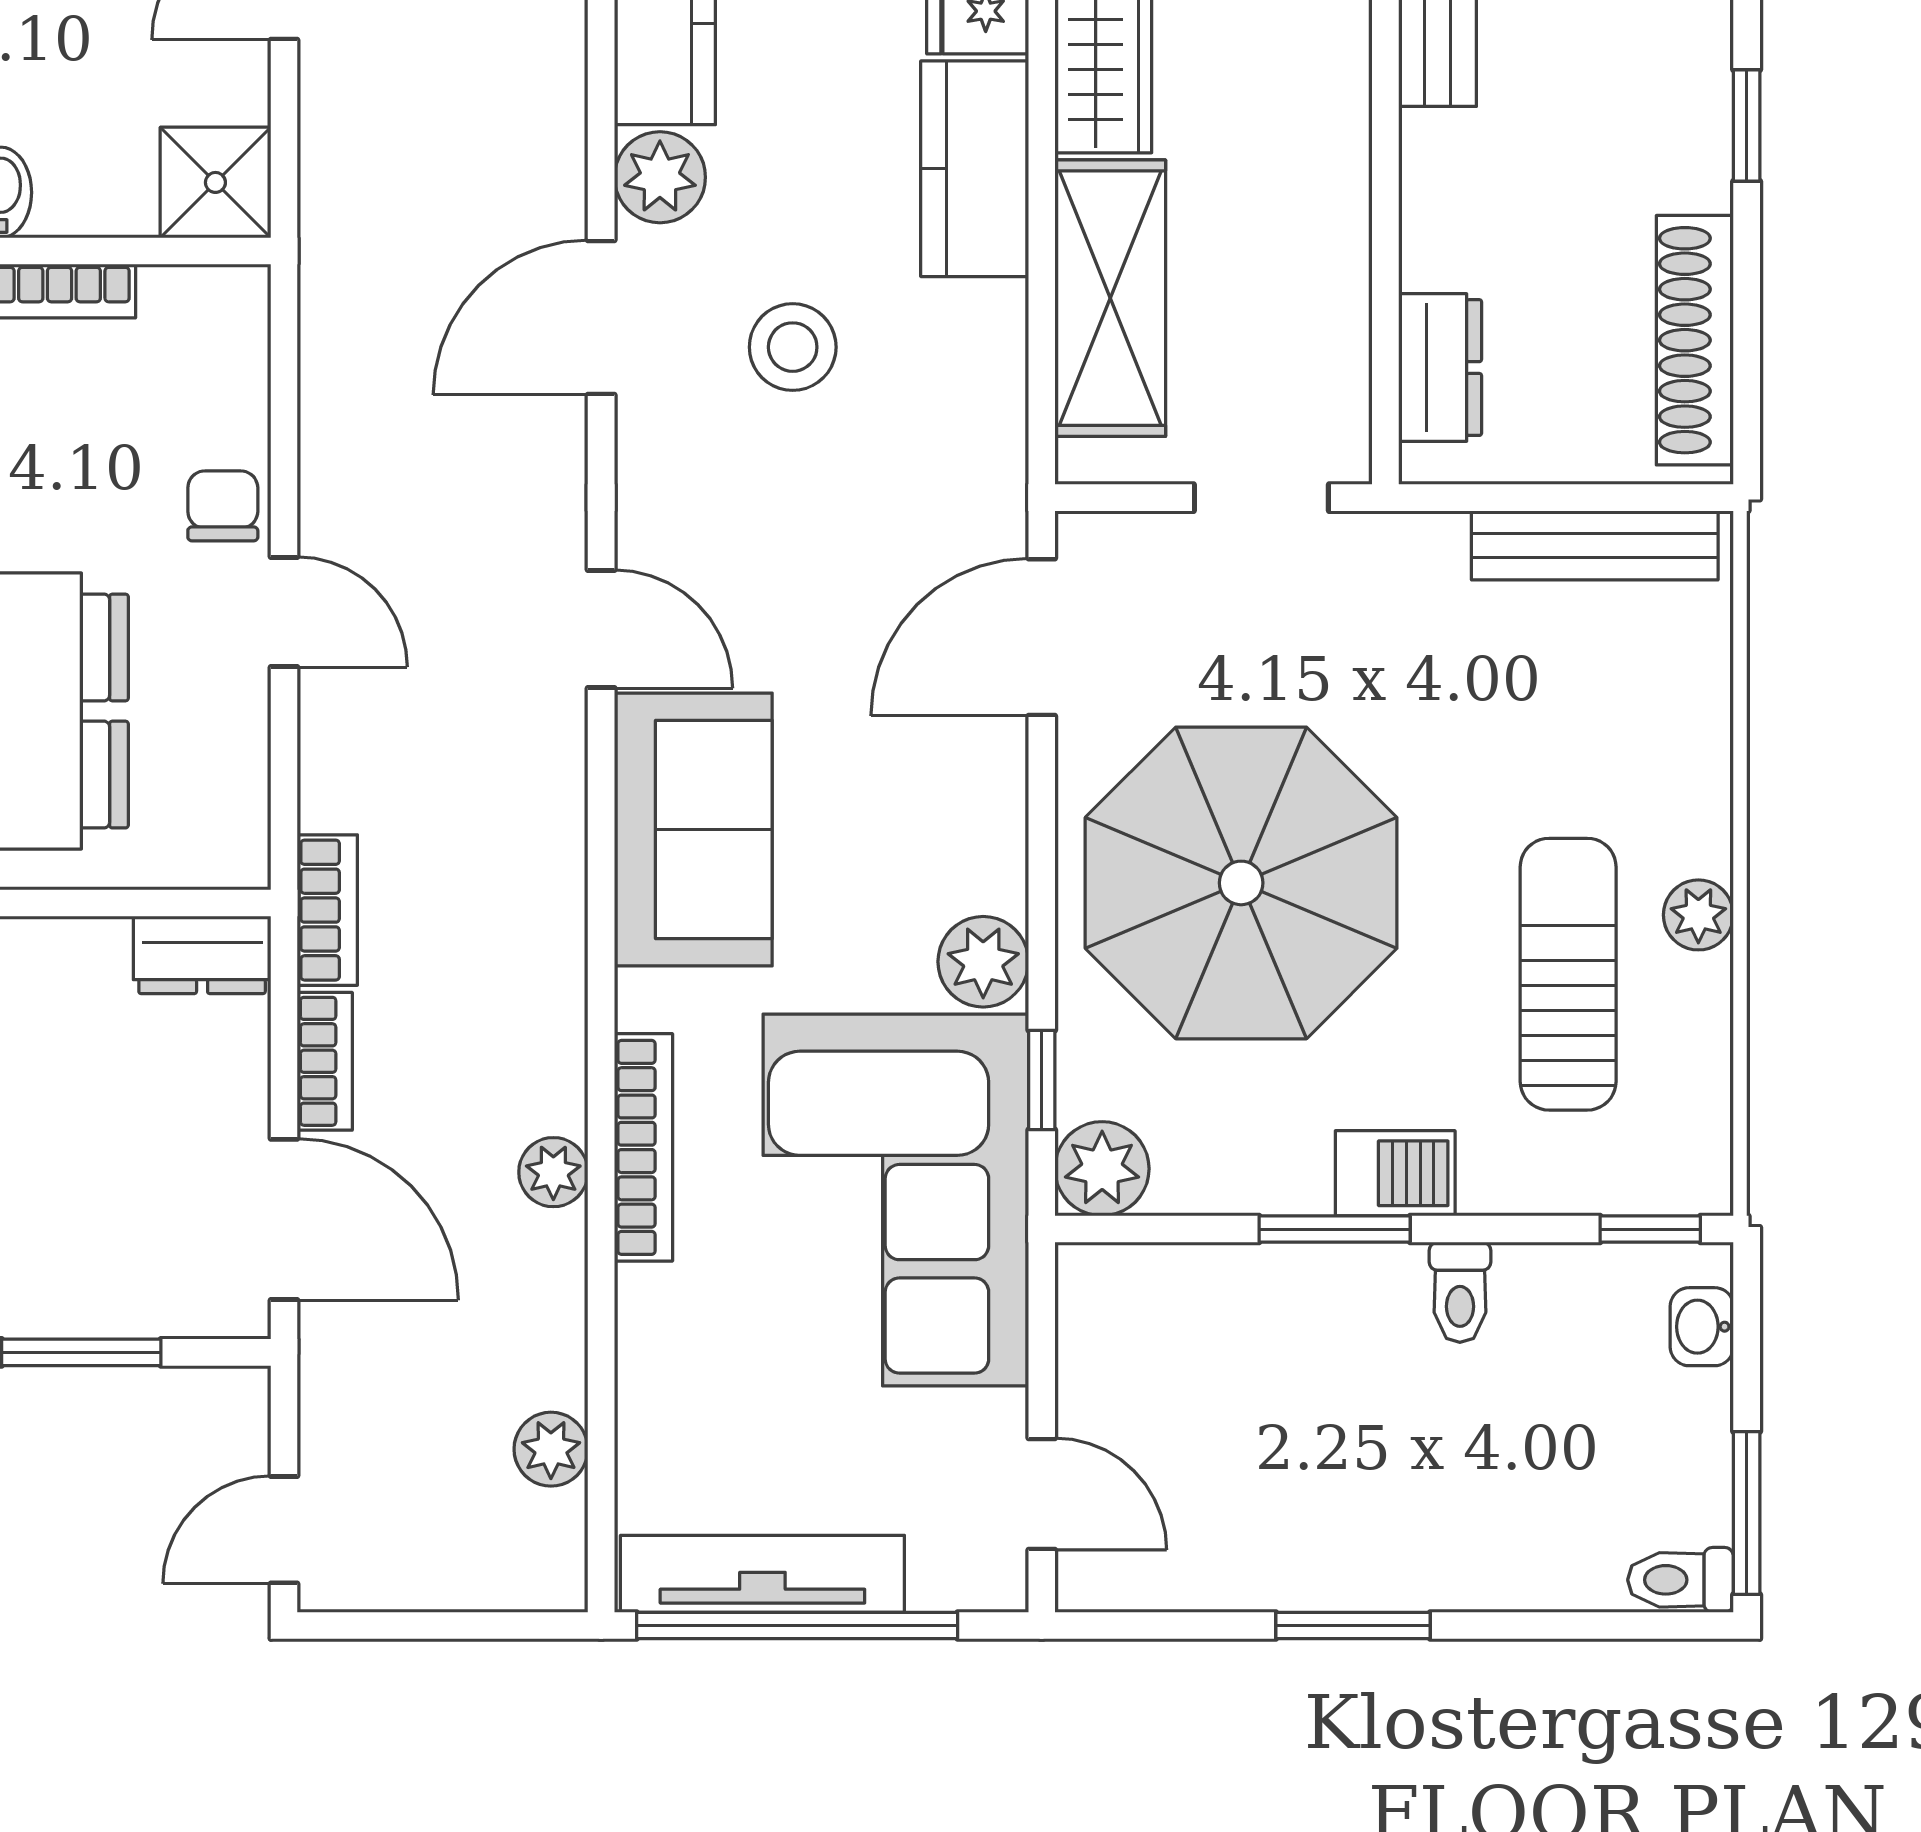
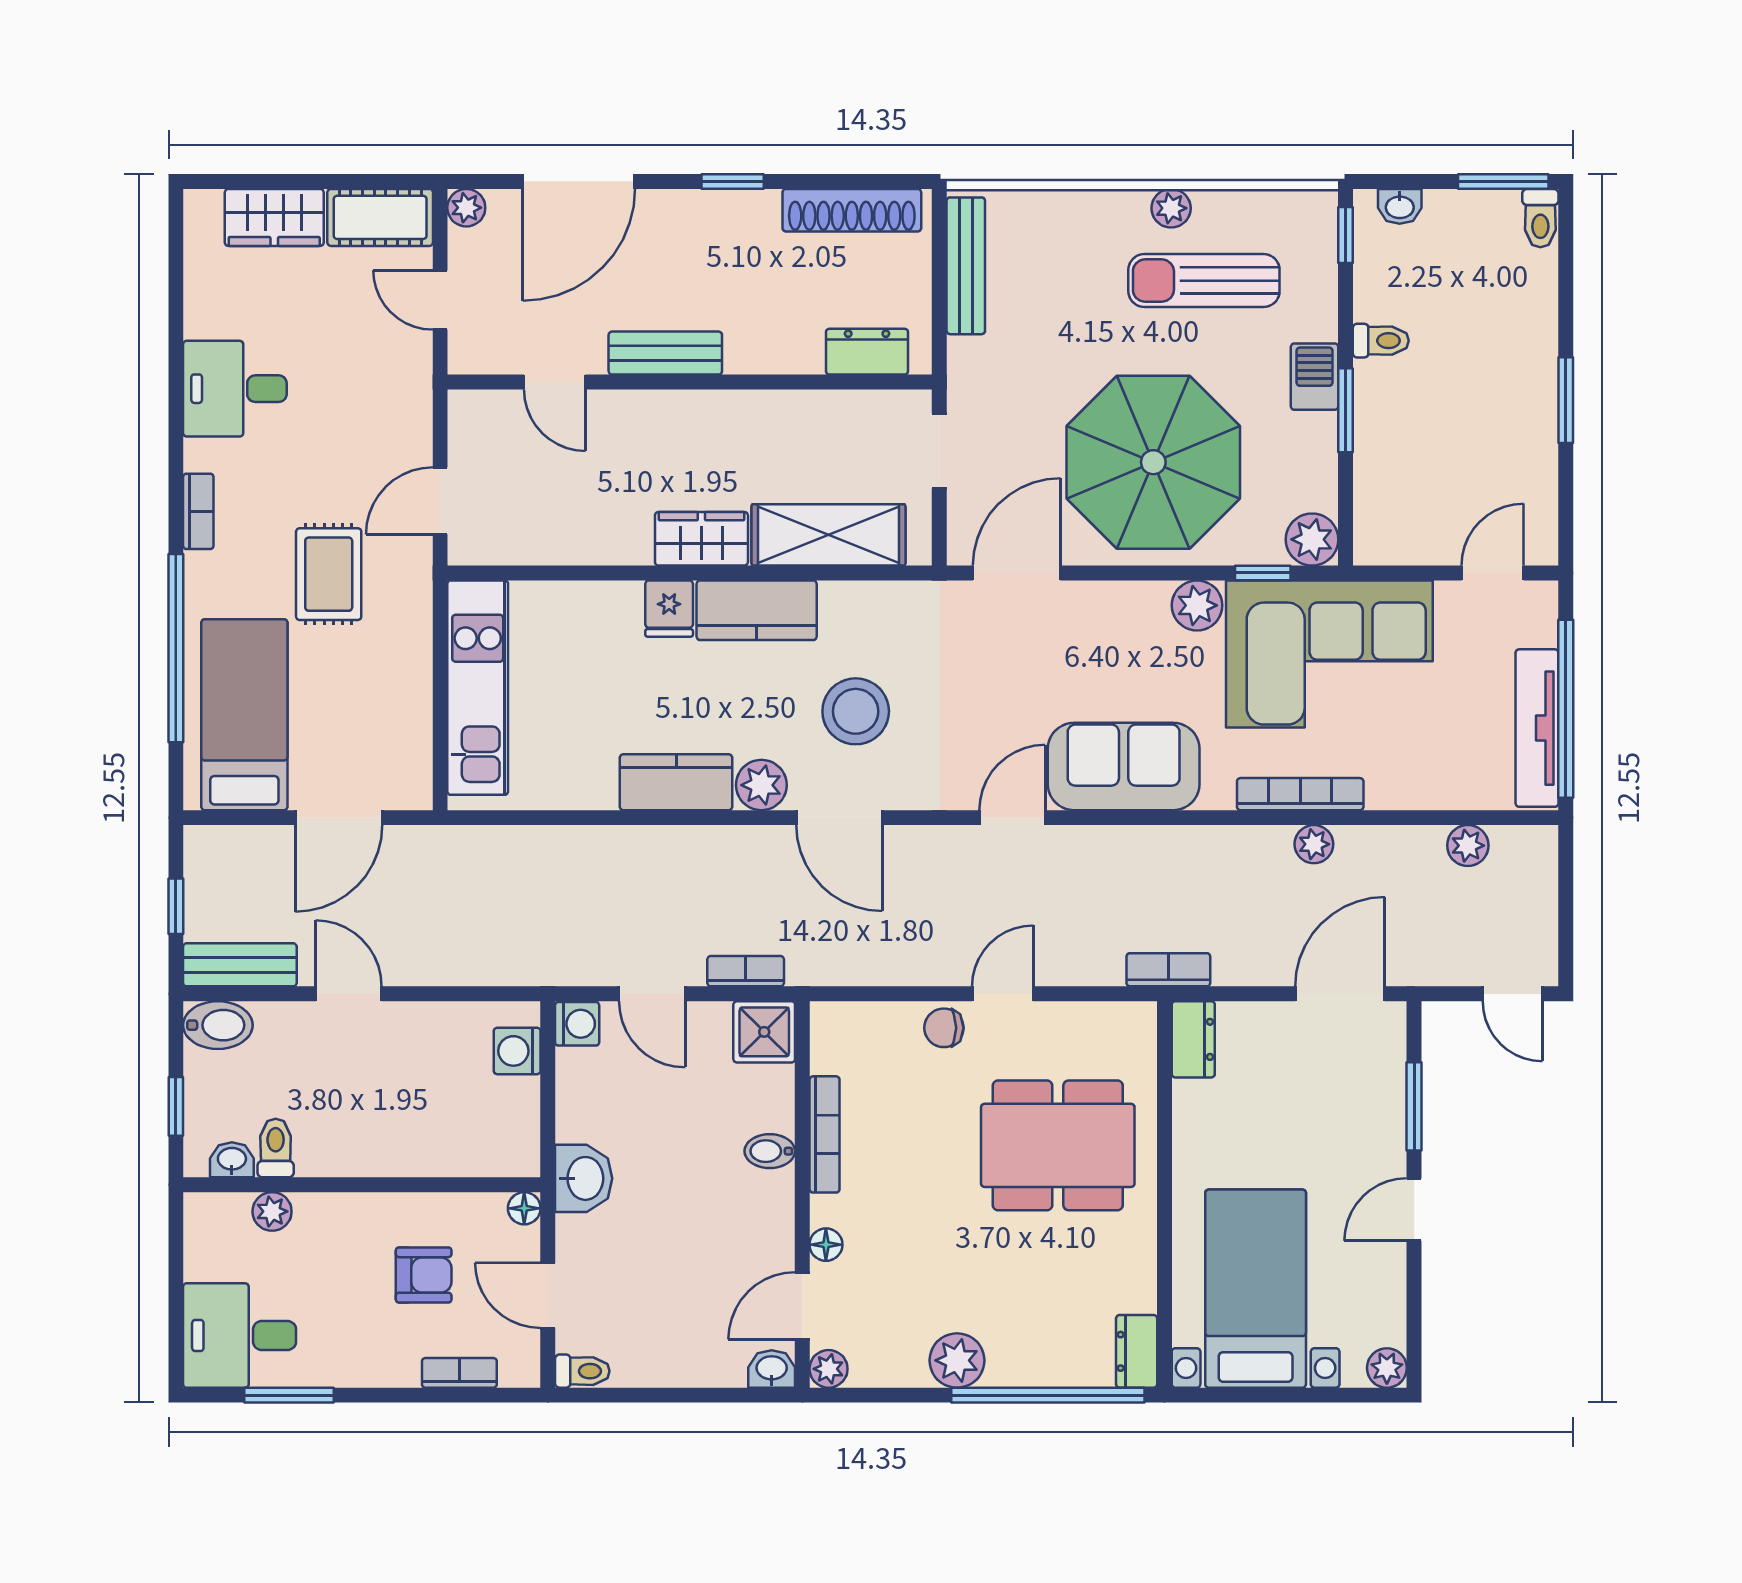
stool: (793, 347) -> (856, 711), width x1.38, depth x1.38
door: (1042, 637) -> (1017, 573), swing flipped
bookcase: (325, 1061) -> (746, 971), moved

